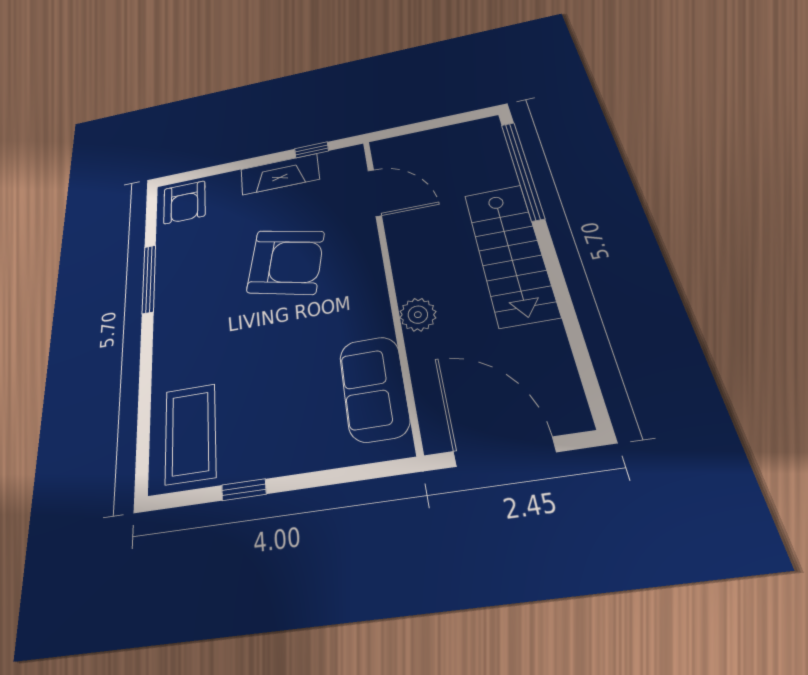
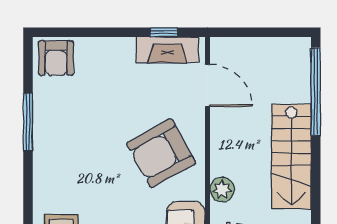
fireplace: (280, 174) -> (167, 50), moved
armchair: (286, 262) -> (161, 153), moved, turned 138

